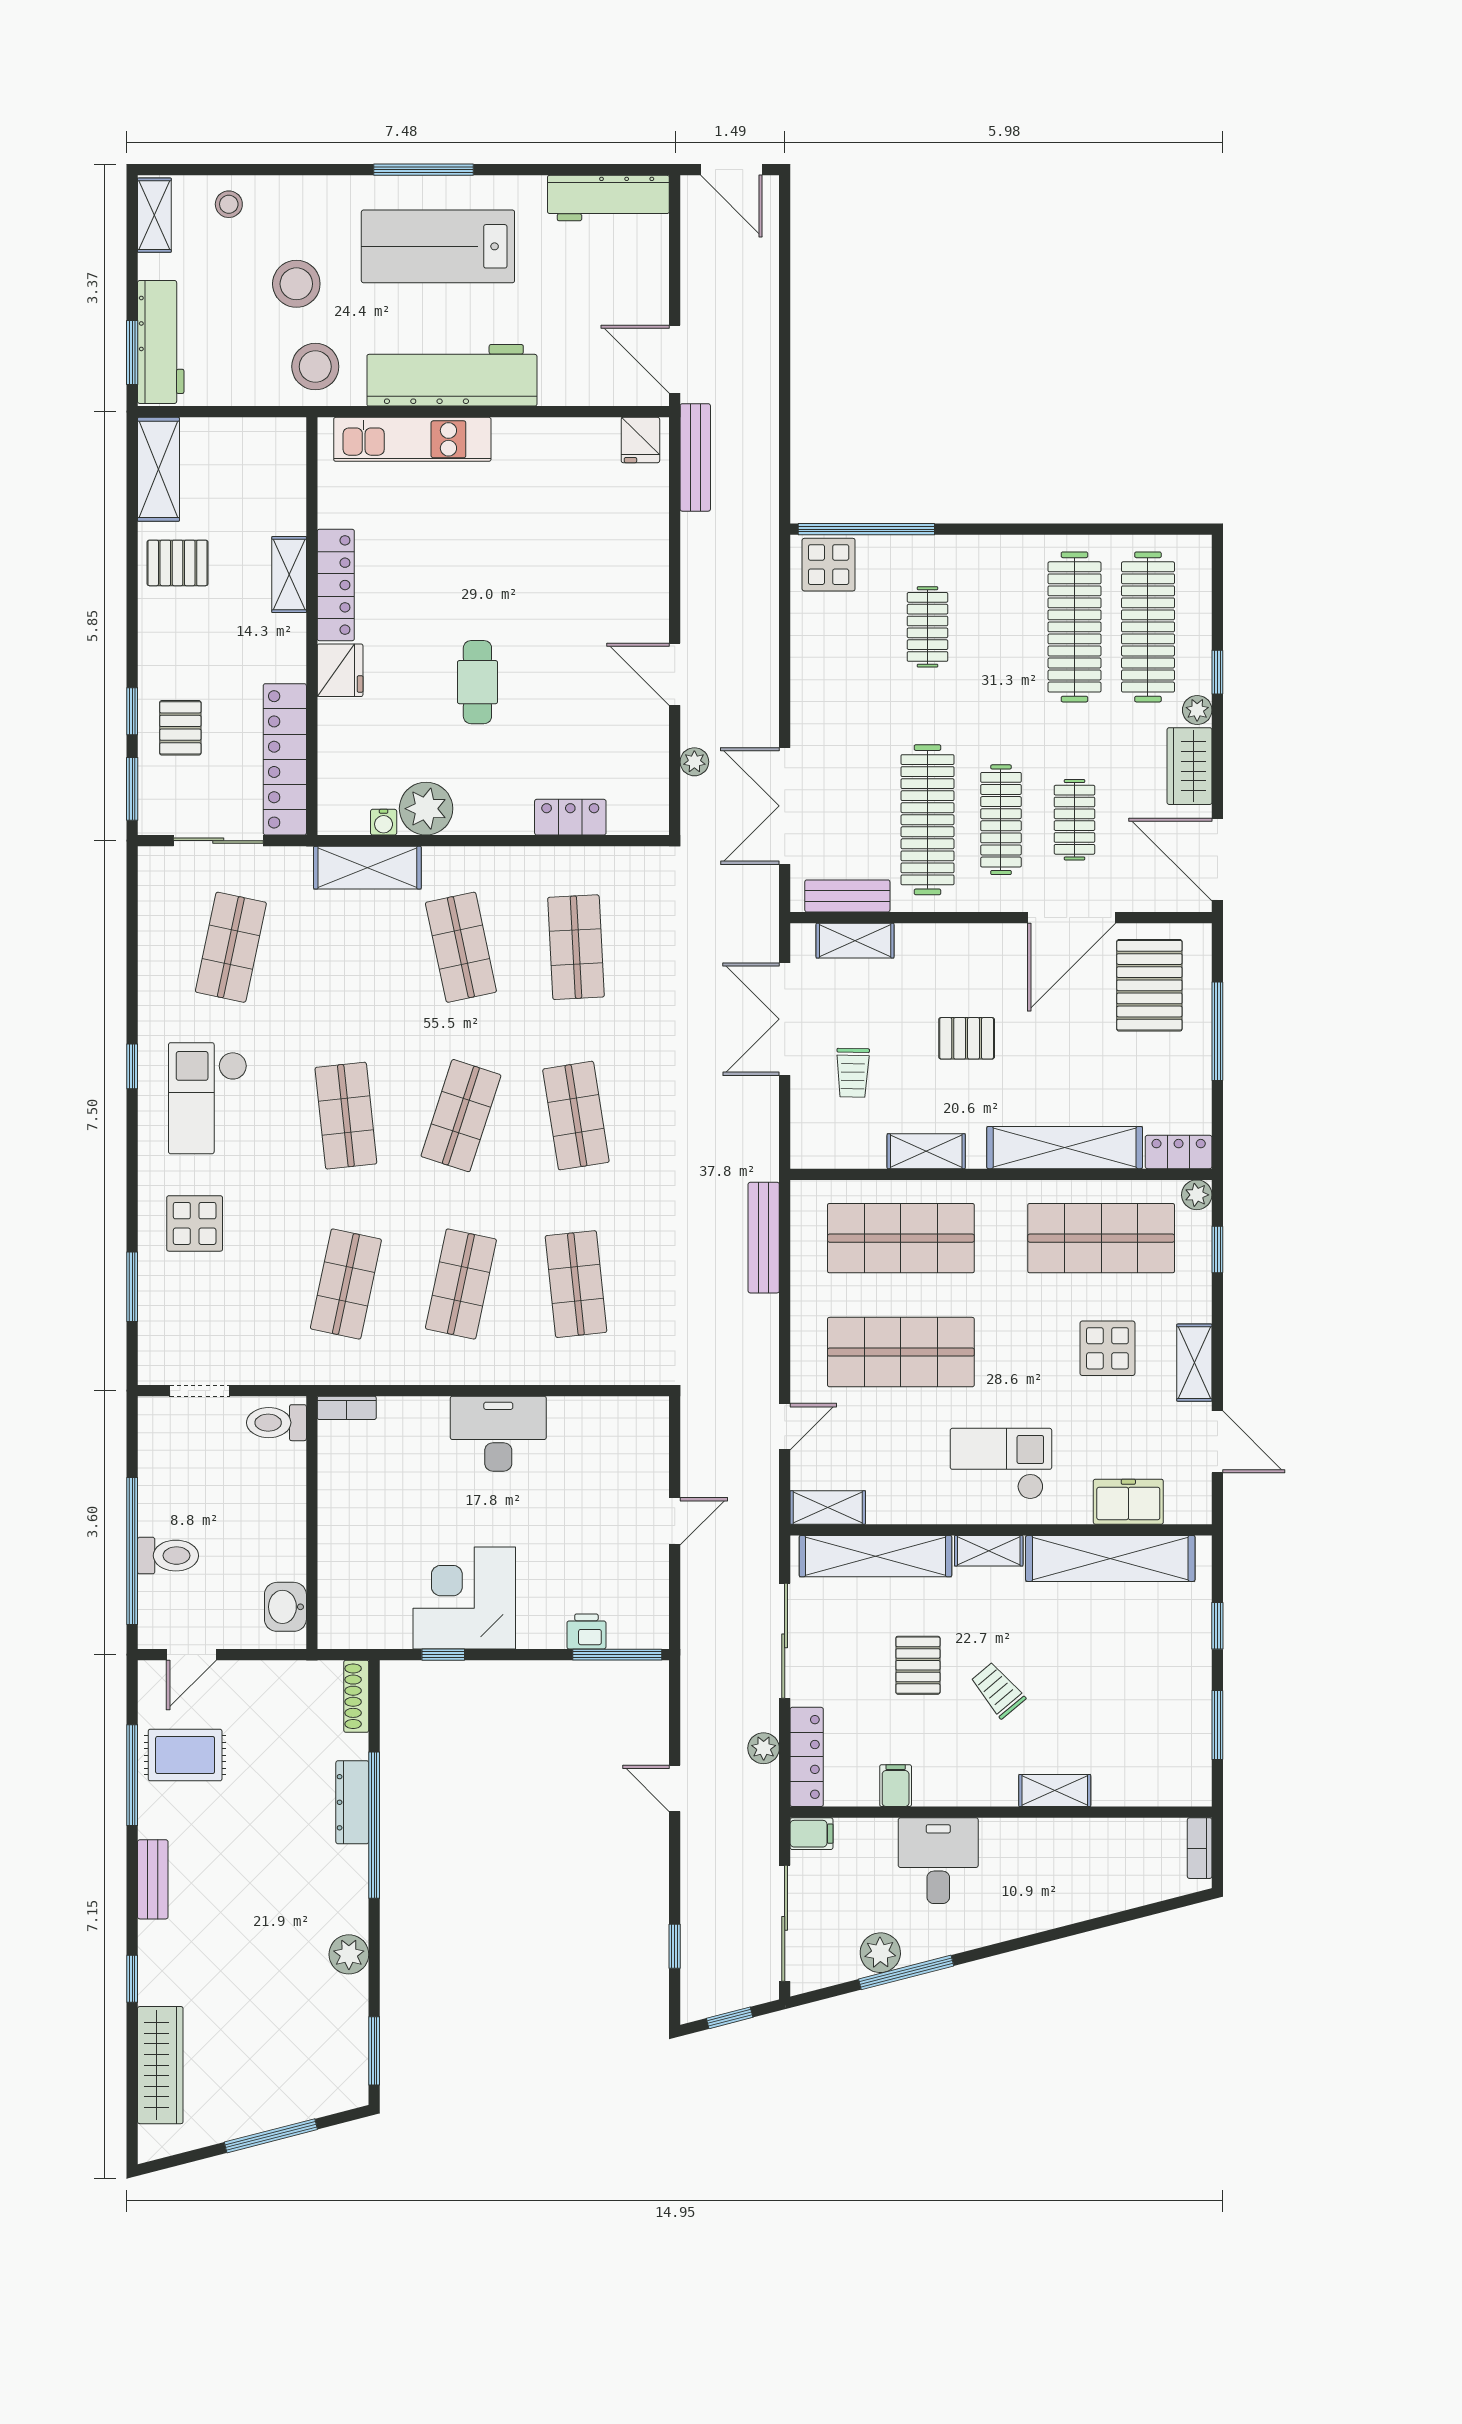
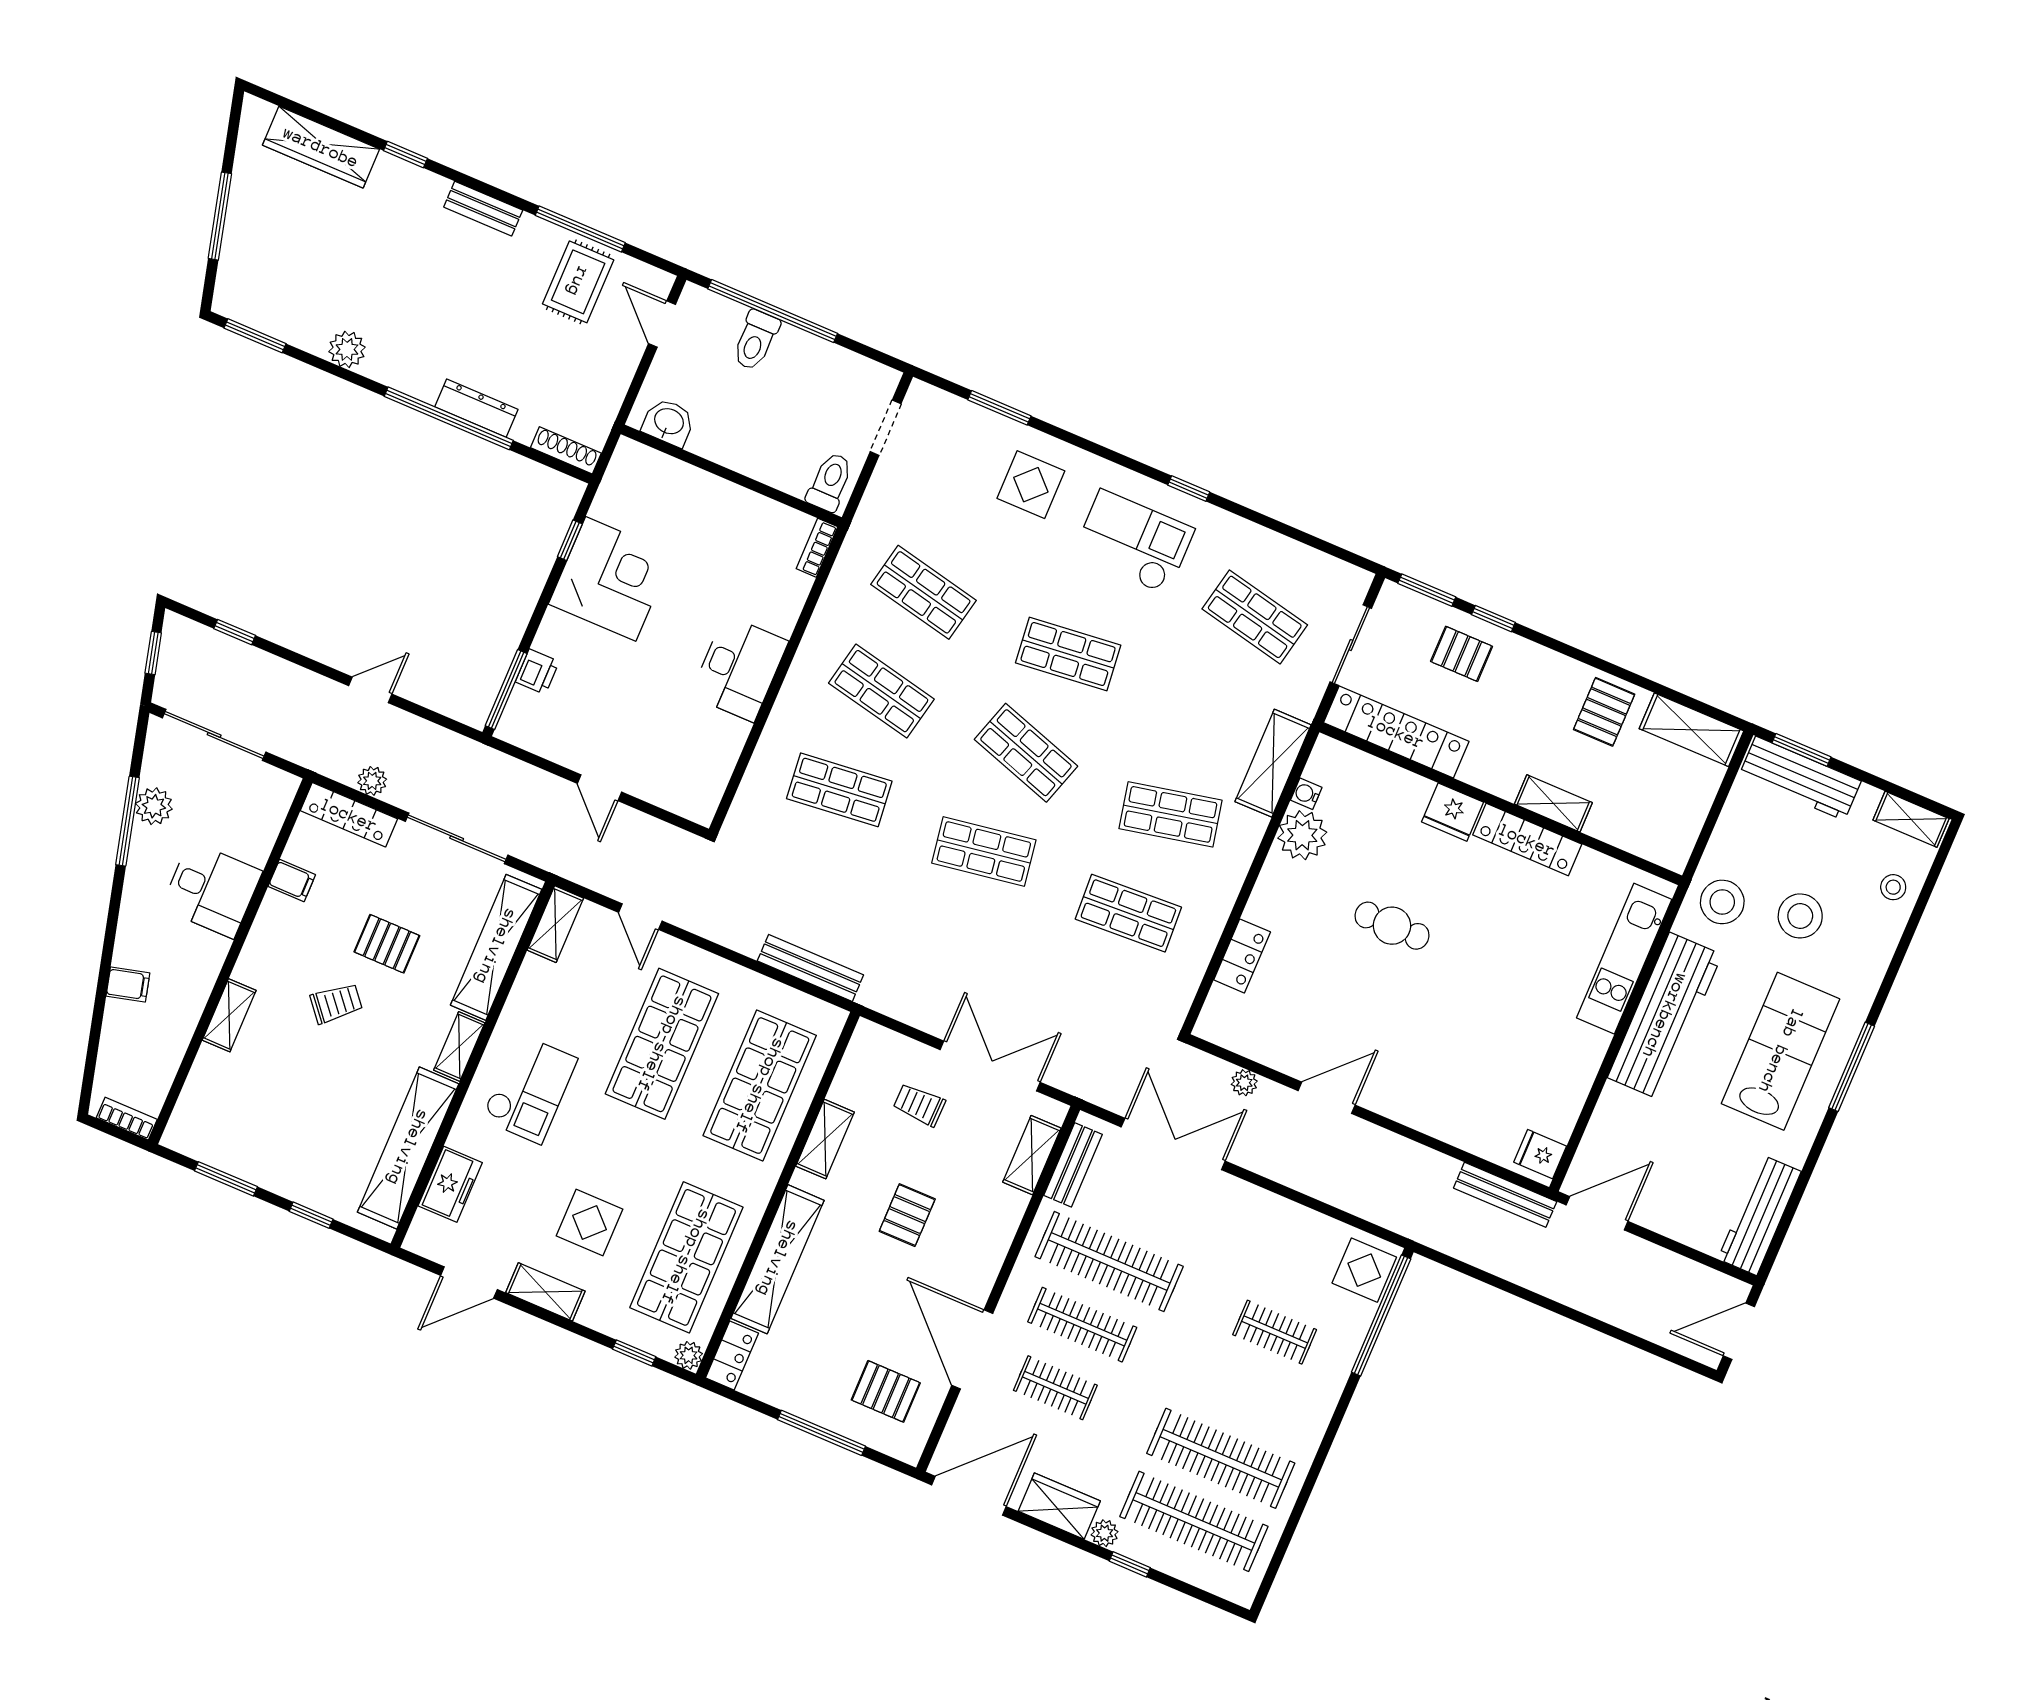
pallet: (1149, 985) -> (886, 1391), width x0.67, depth x0.71
filing cabinet: (811, 1834) -> (128, 985), moved, turned -104

